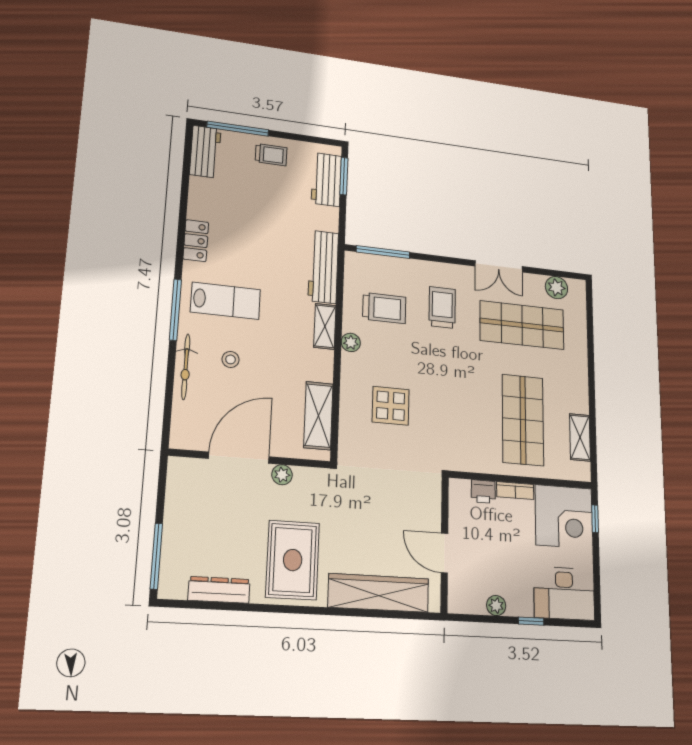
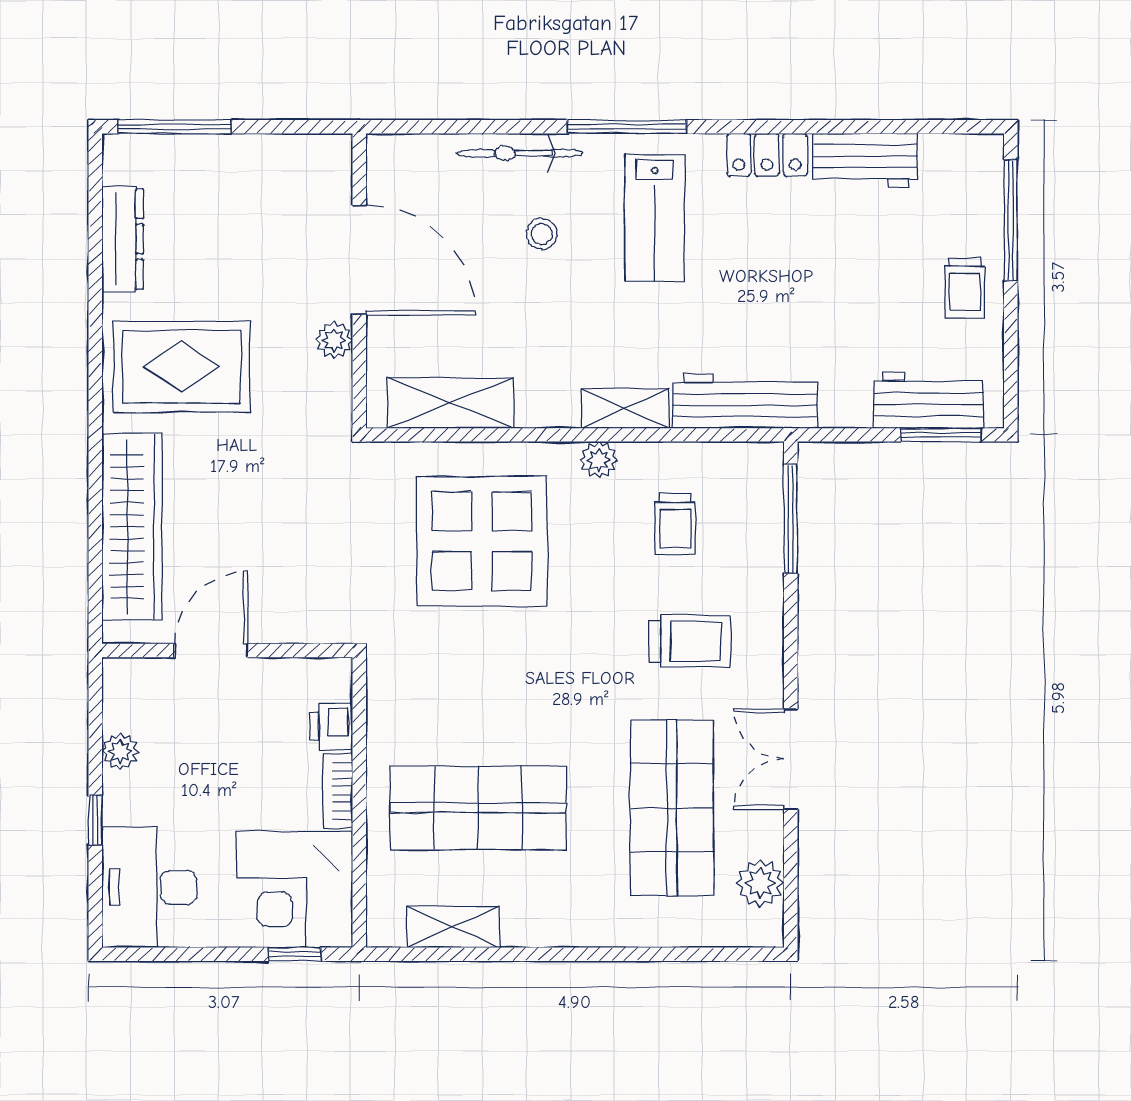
workbench: (205, 152) -> (865, 160), moved
trolley: (384, 308) -> (675, 524), width x0.73, depth x0.72
display table: (391, 406) -> (482, 541), width x1.86, depth x1.86

